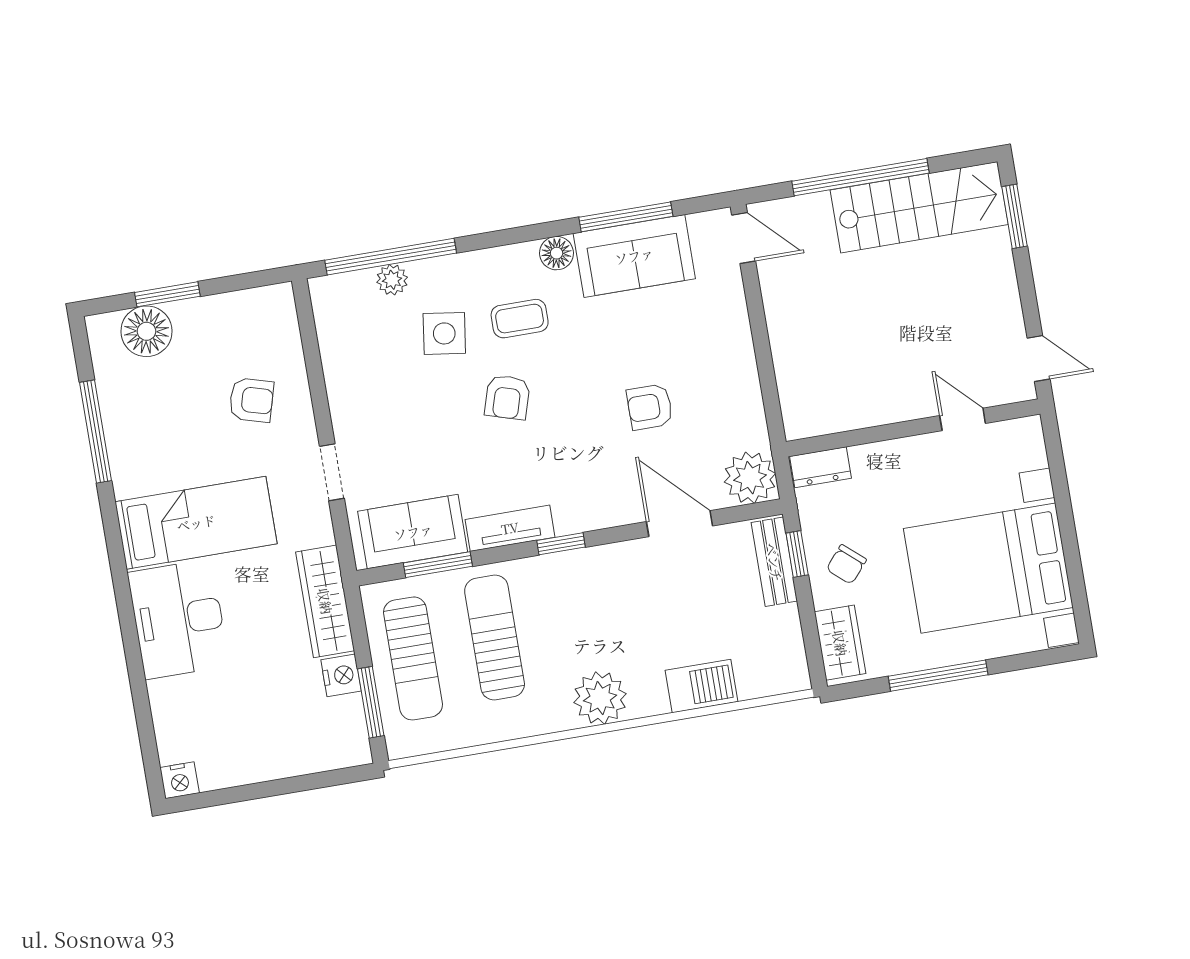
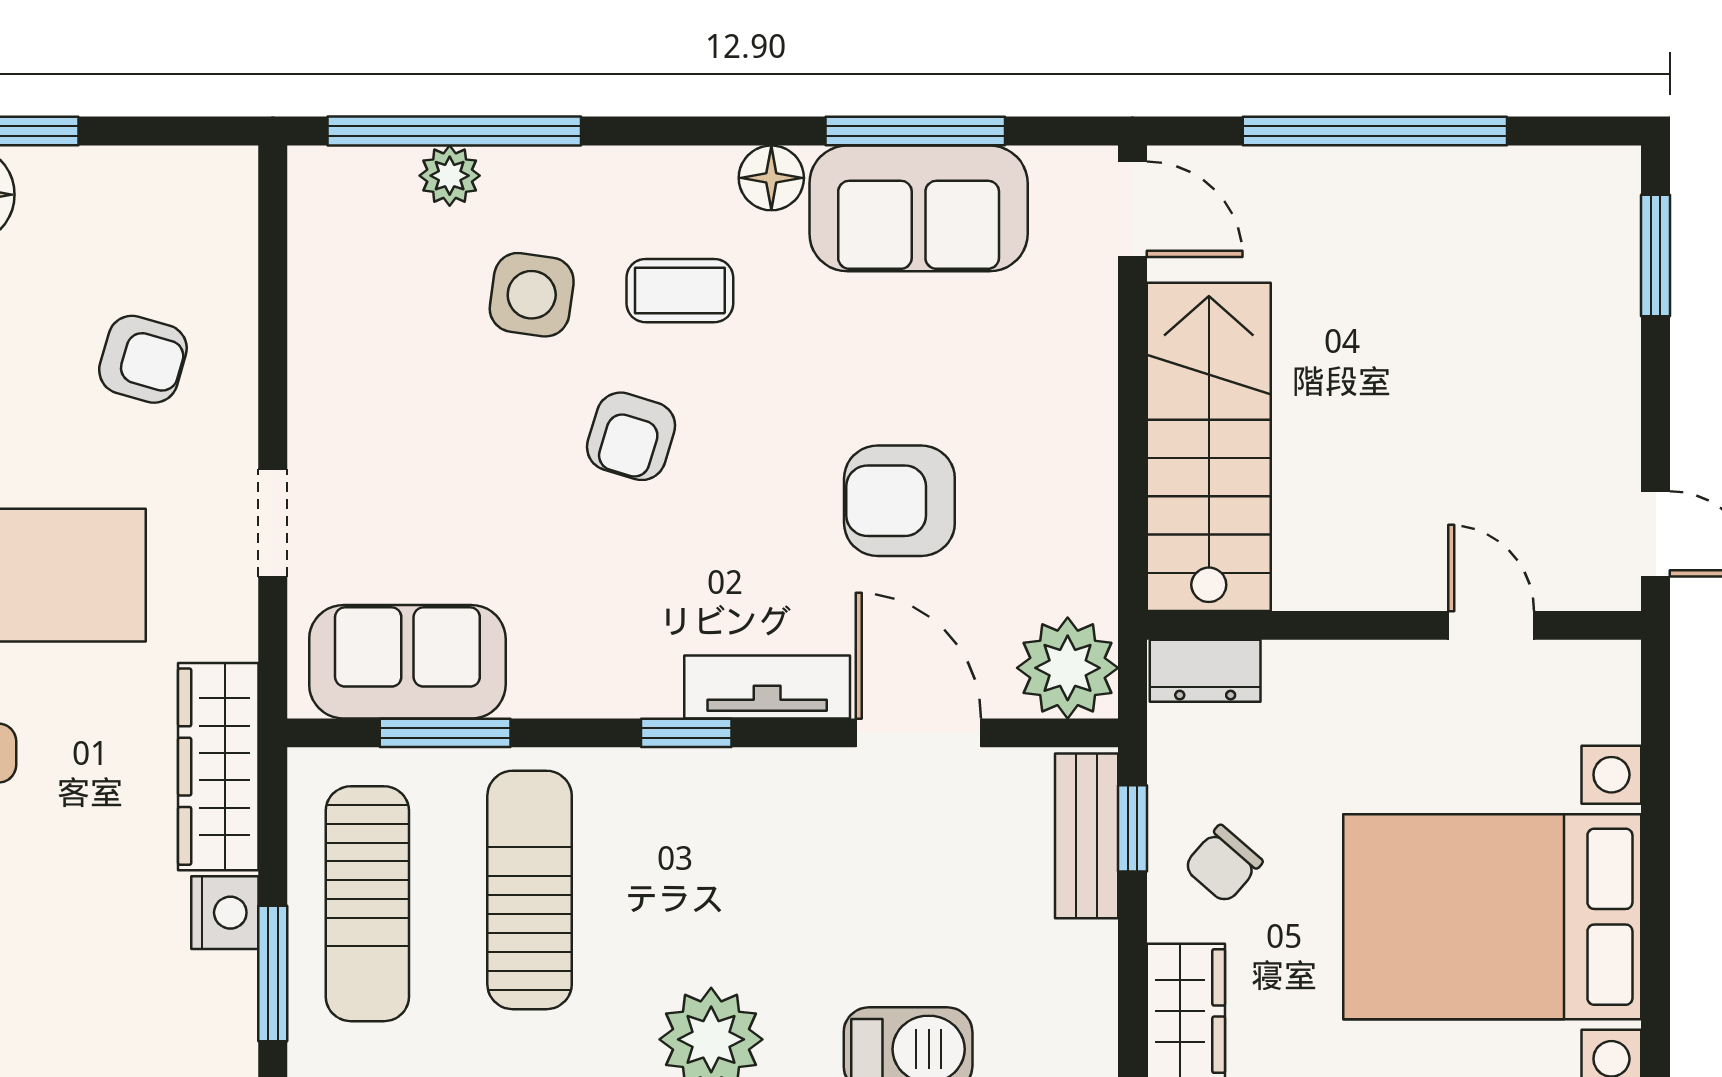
stairs: (919, 207) -> (1209, 447), moved, turned -90
armchair: (650, 407) -> (899, 501), width x1.38, depth x1.38
tv unit: (510, 528) -> (767, 687), moved

